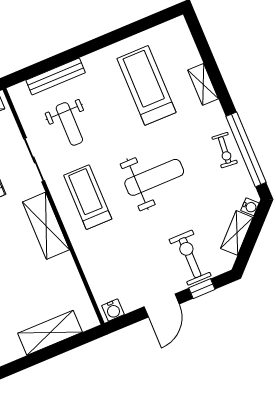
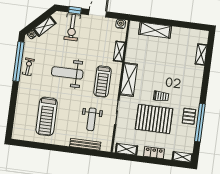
shelving: (203, 84) -> (119, 51), moved
weight bench: (69, 124) -> (91, 119), turned 180

